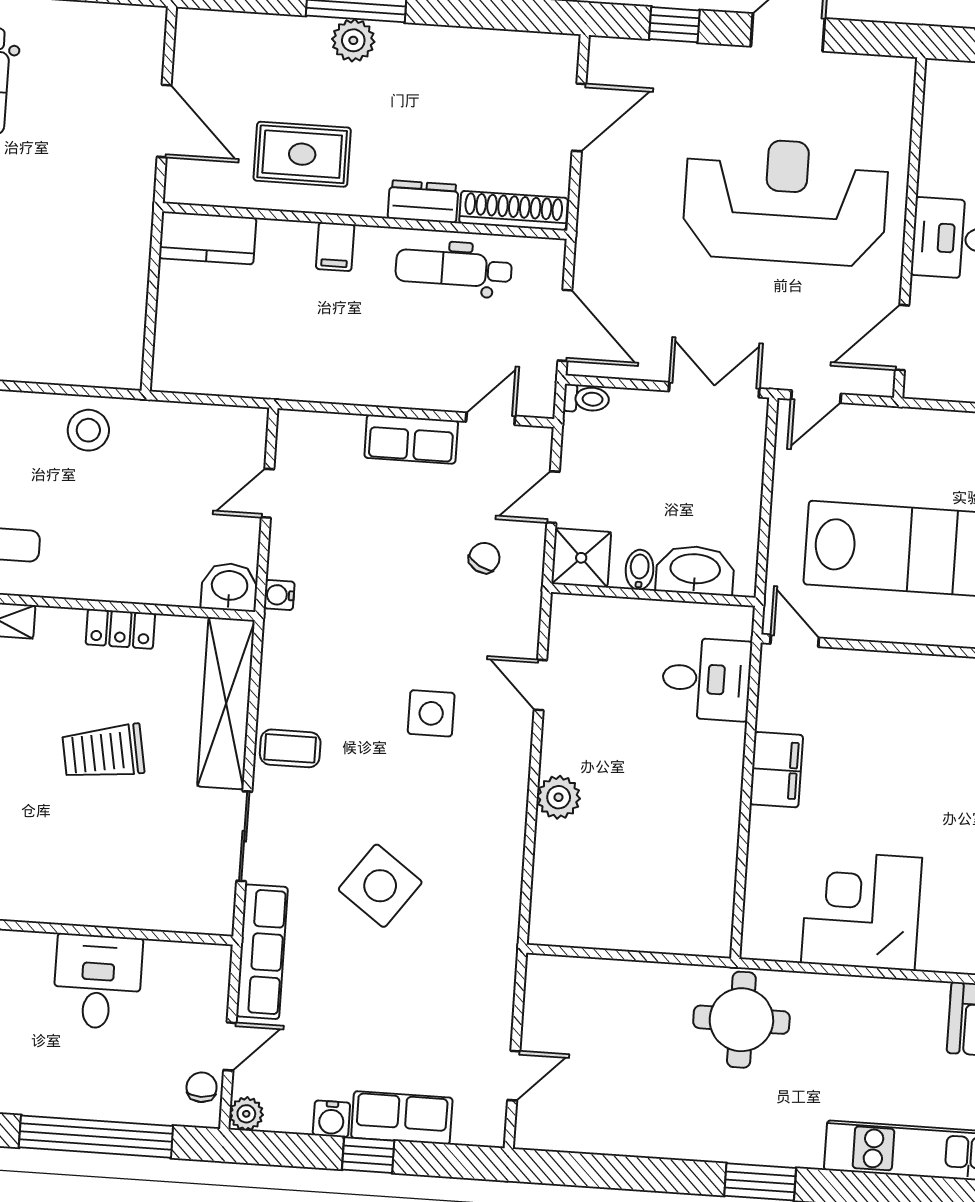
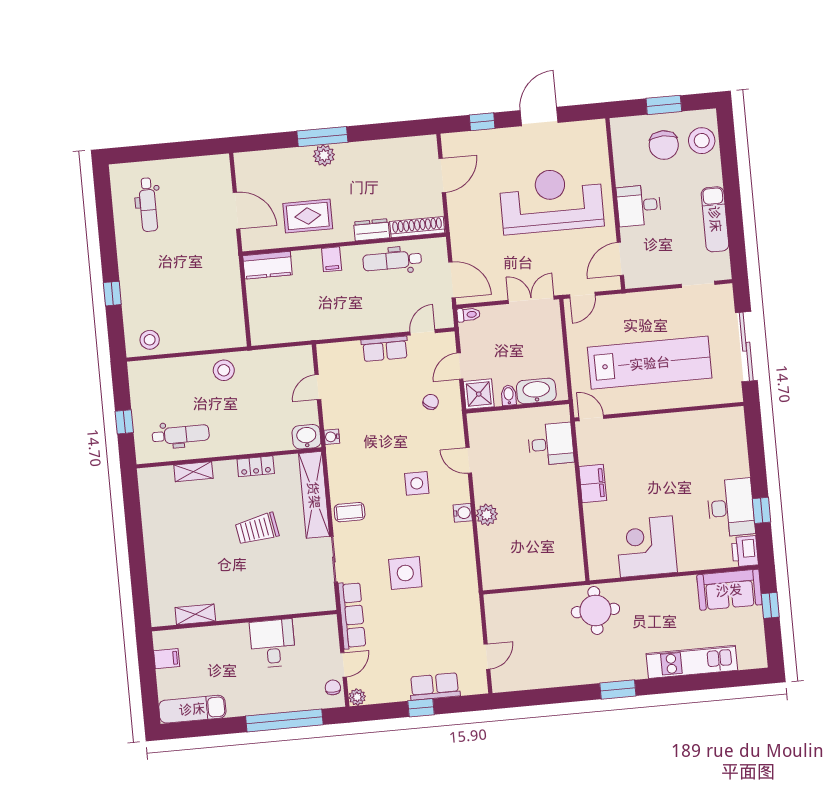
side table: (380, 886) -> (405, 573), turned -36
water cooler: (331, 1119) -> (463, 513), moved, turned -90

